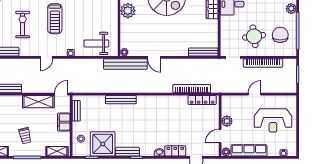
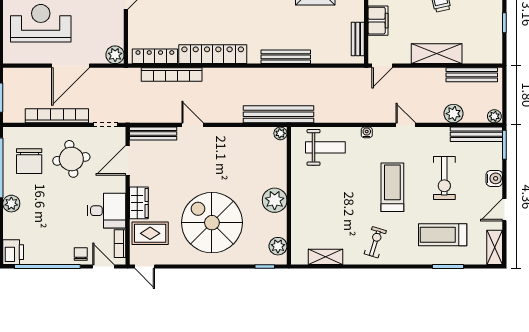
door: (219, 35) -> (128, 160), added
door: (47, 57) -> (406, 125), hinge flipped
door: (154, 57) -> (193, 125), moved
plant: (17, 64) -> (453, 114), added
door: (255, 94) -> (71, 66), width x1.87
locker: (166, 101) -> (213, 54), added
shelving: (38, 102) -> (437, 54), moved
plant: (227, 121) -> (115, 55), moved

